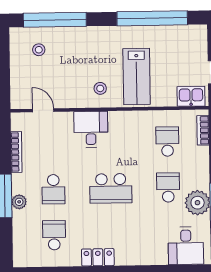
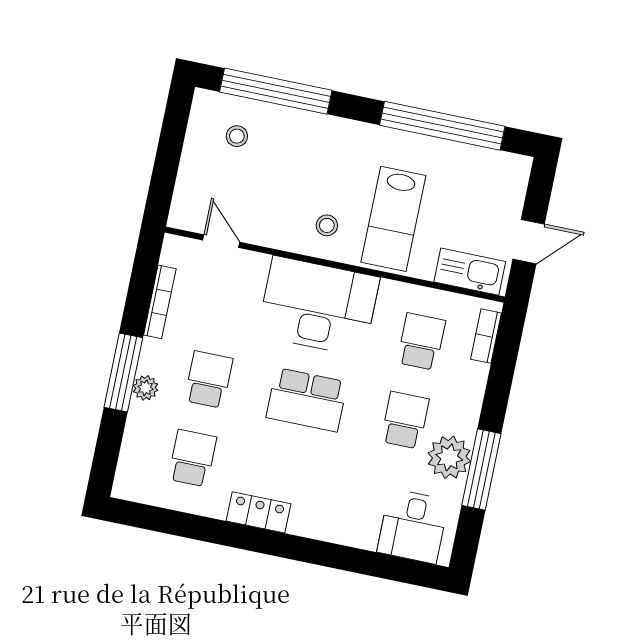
kitchen sink: (191, 96) -> (470, 272), width x1.38
desk: (91, 129) -> (318, 306), width x1.87, depth x1.30
school desk: (53, 189) -> (209, 380), turned 180

